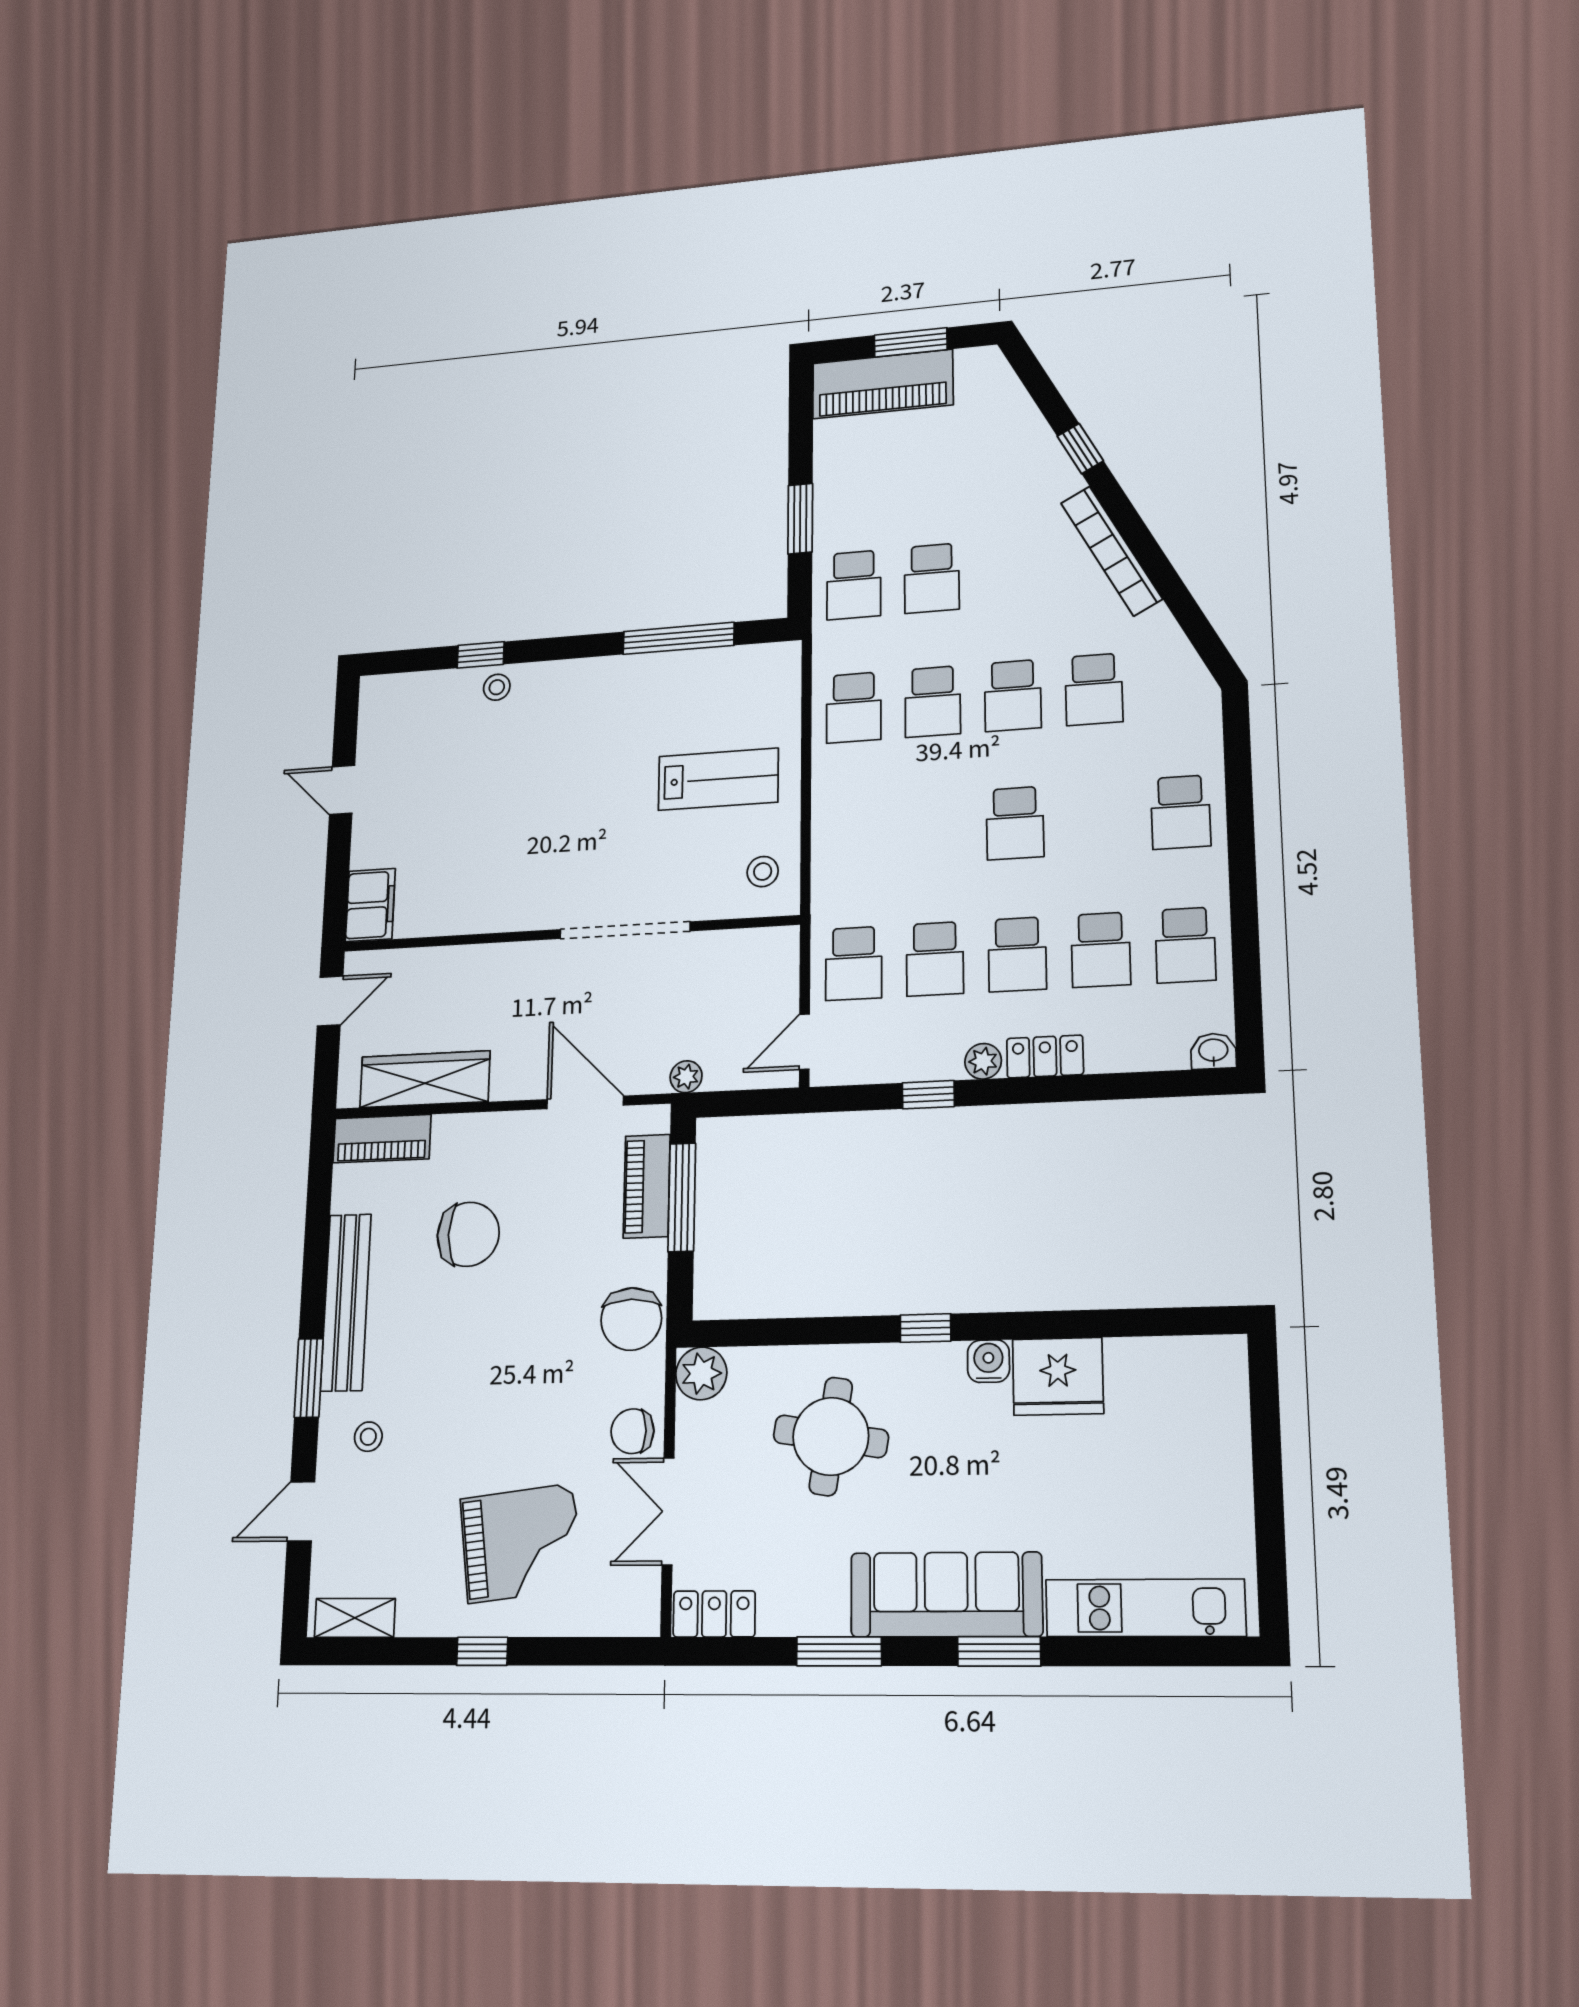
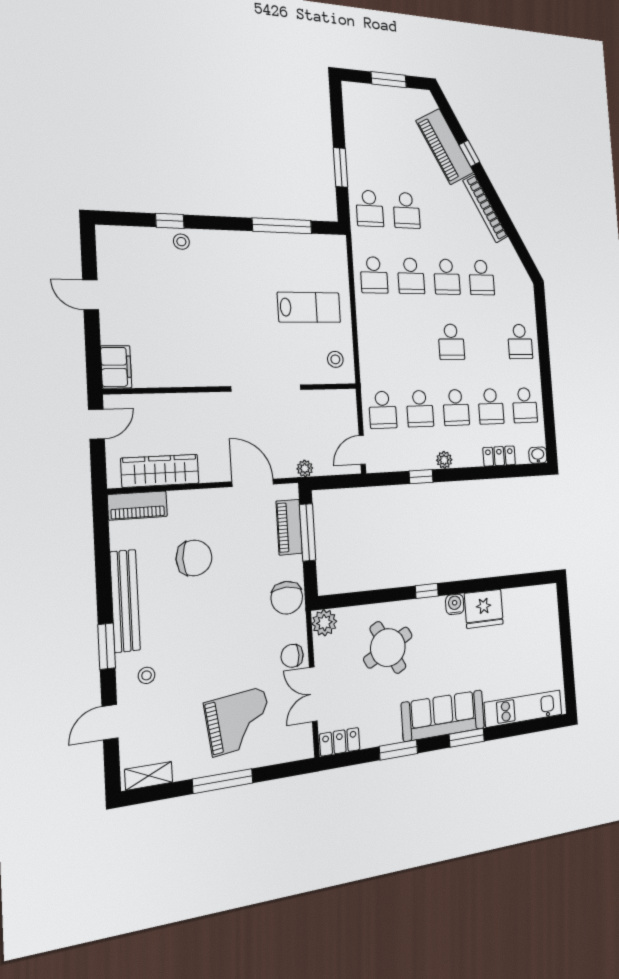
piano: (883, 384) -> (445, 147), moved, turned 62
locker: (1045, 1056) -> (499, 456), moved
round table: (831, 1436) -> (388, 648), turned -37
window: (482, 1651) -> (223, 781), width x2.17

